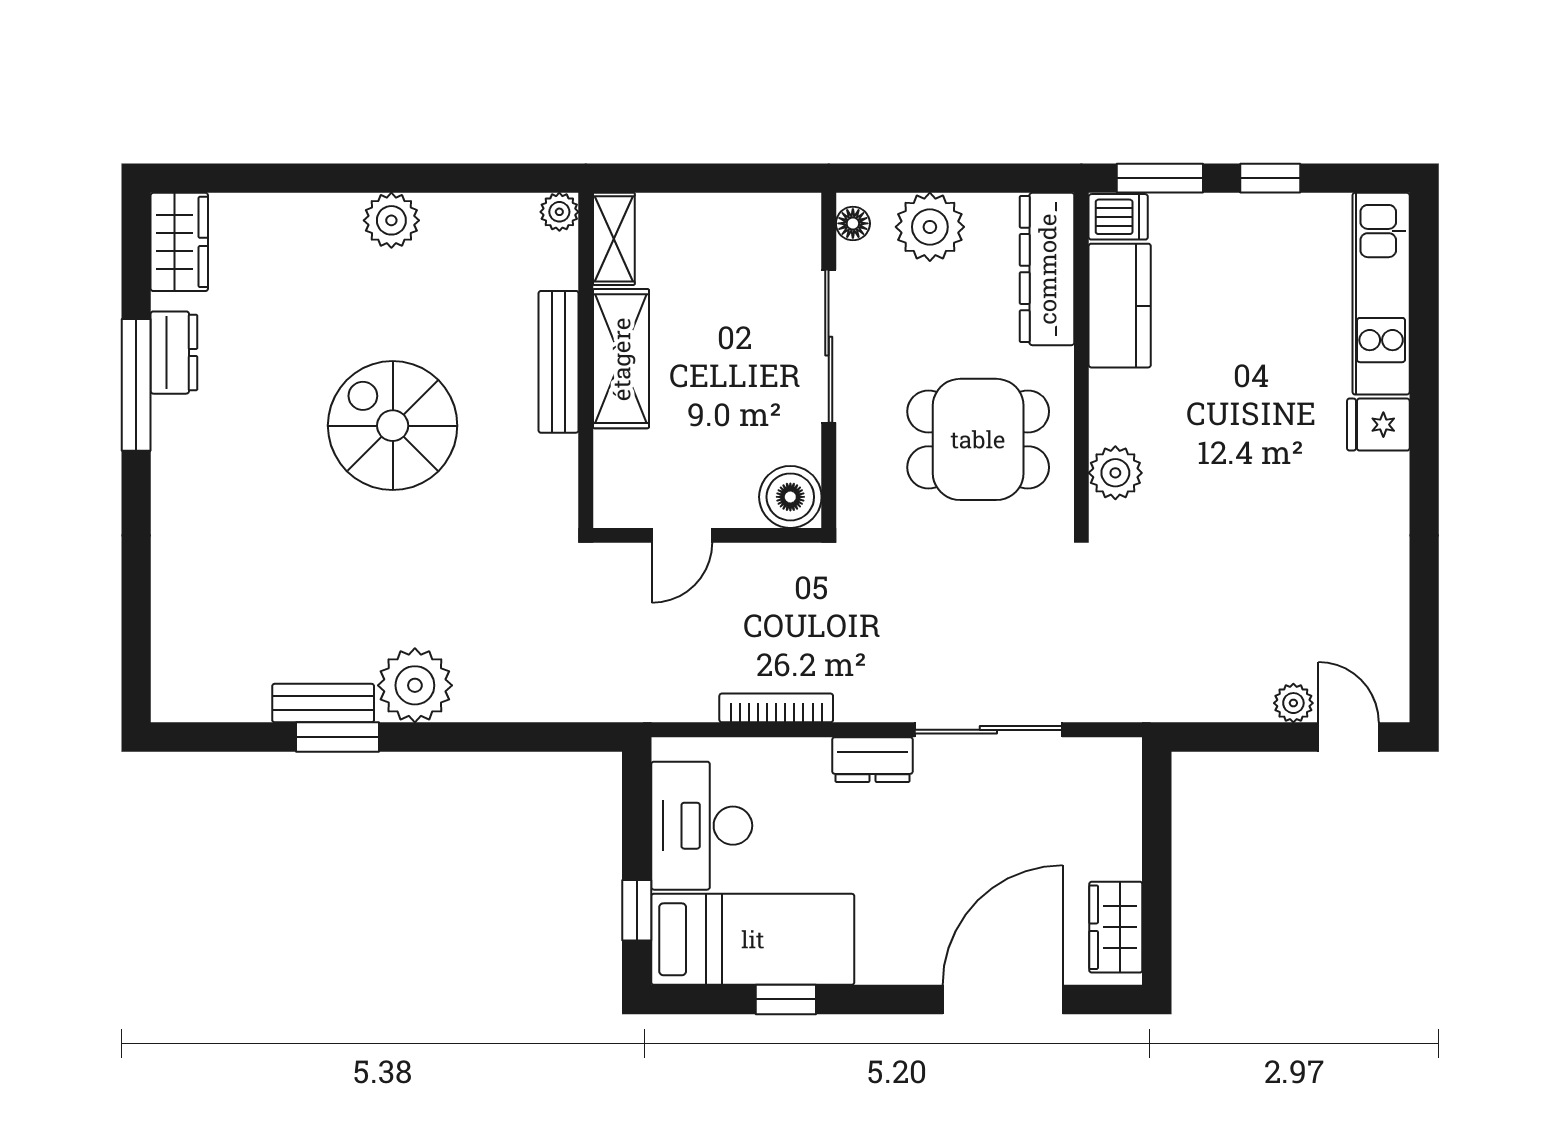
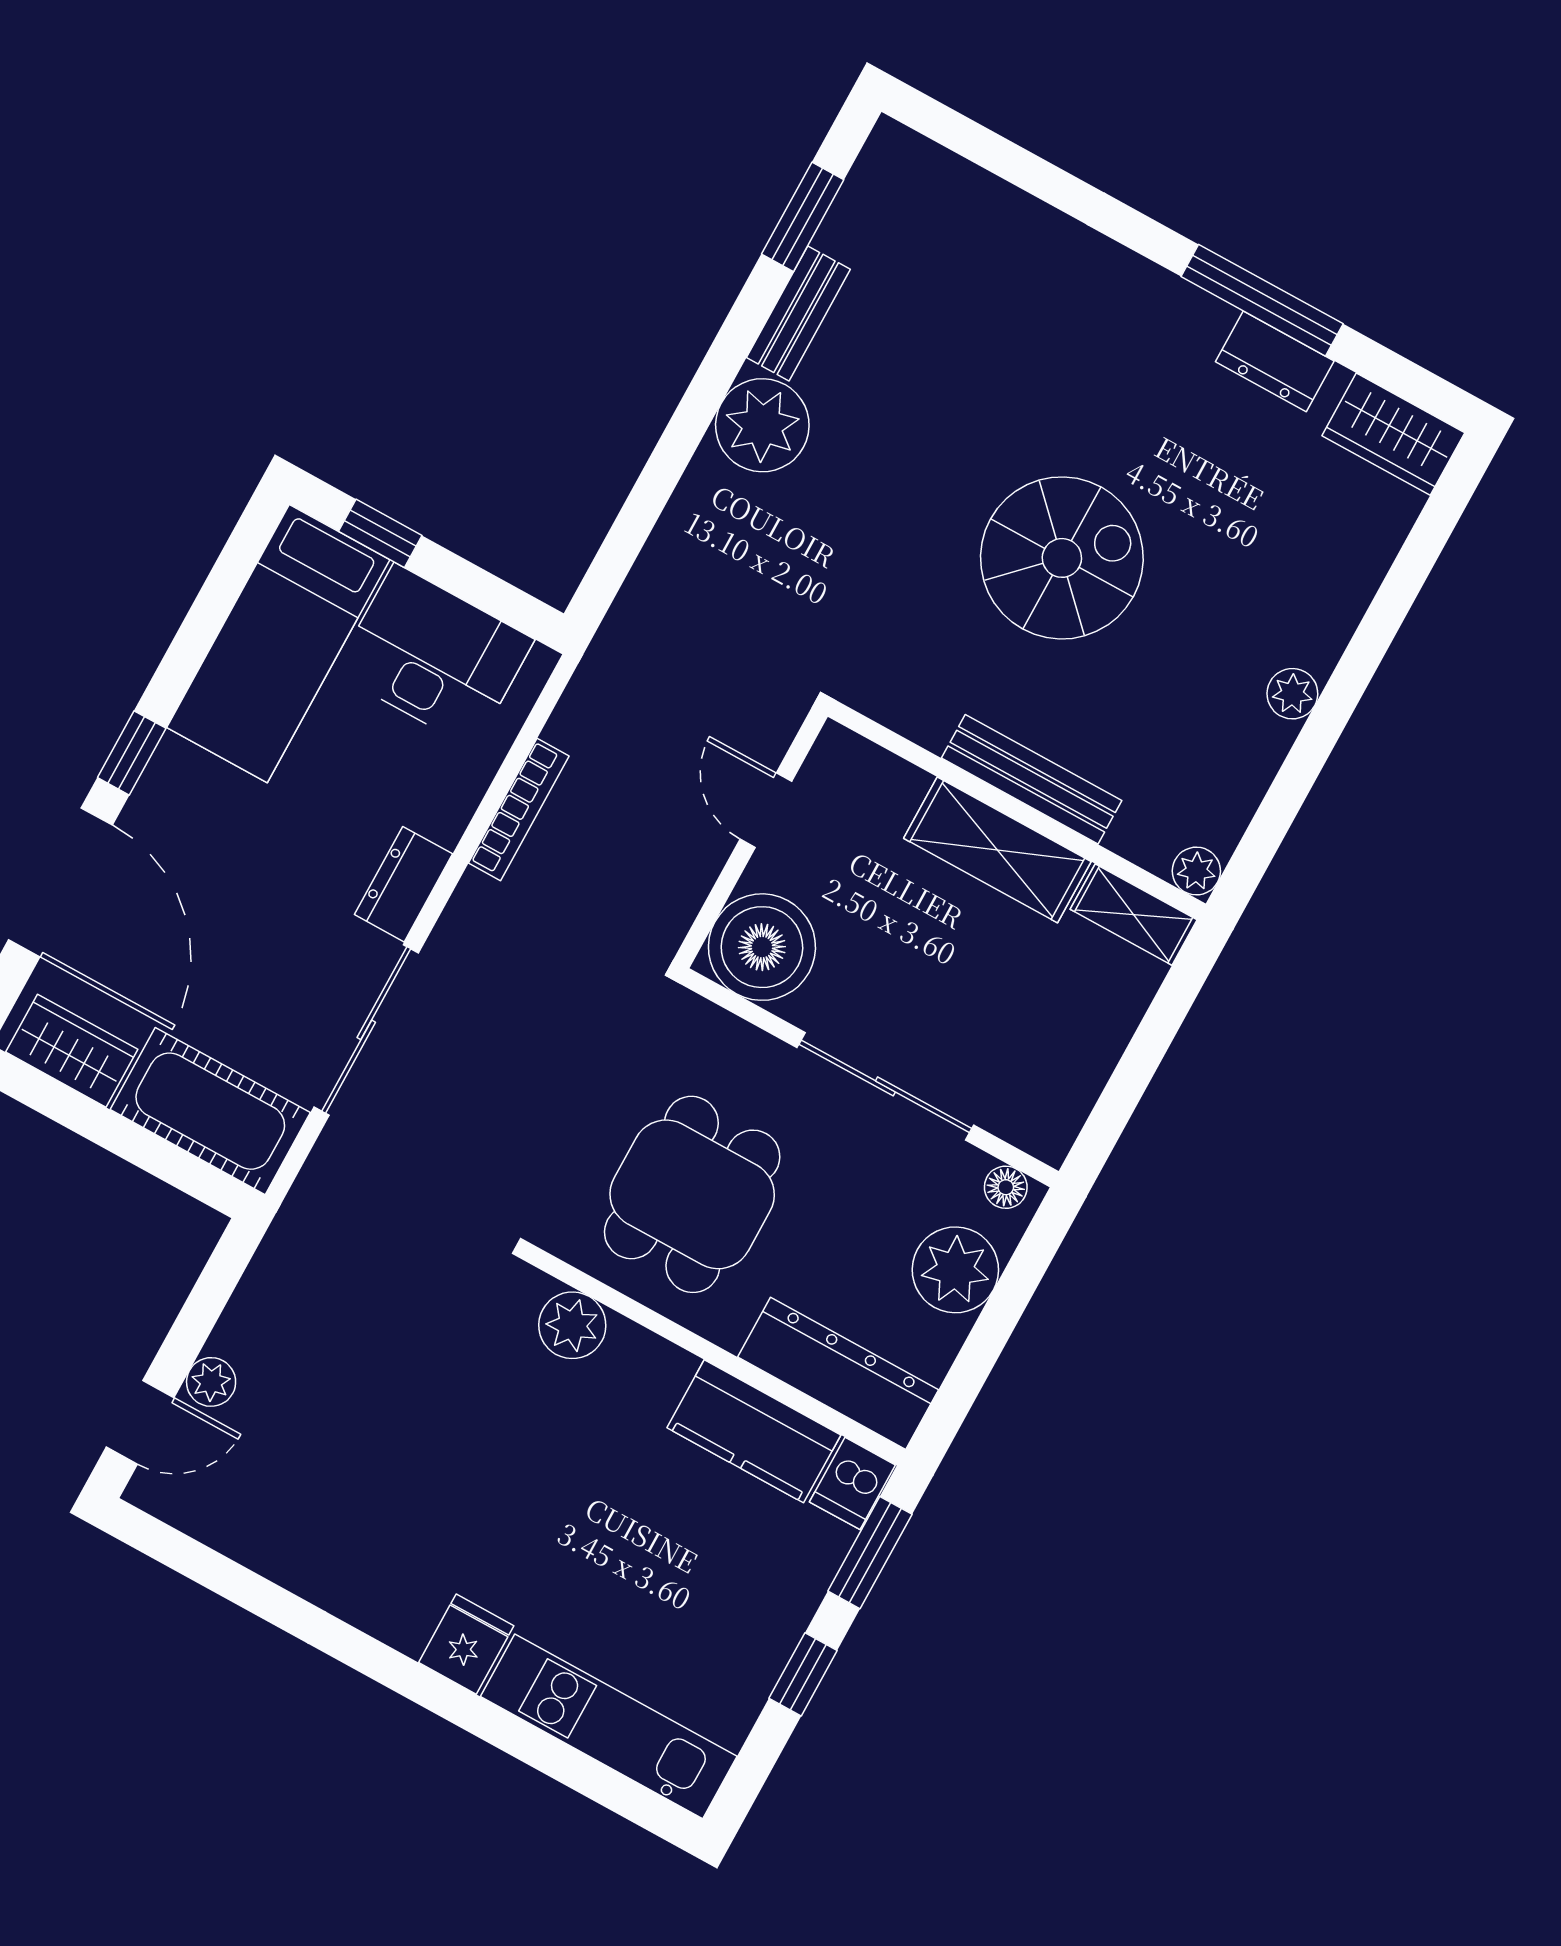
plant: (391, 220) -> (1292, 694), width x0.73, depth x0.73
boiler: (790, 497) -> (762, 947), width x1.37, depth x1.37
window: (338, 737) -> (803, 217), moved
cot: (1105, 807) -> (210, 1111), added
window: (786, 999) -> (132, 753), moved

